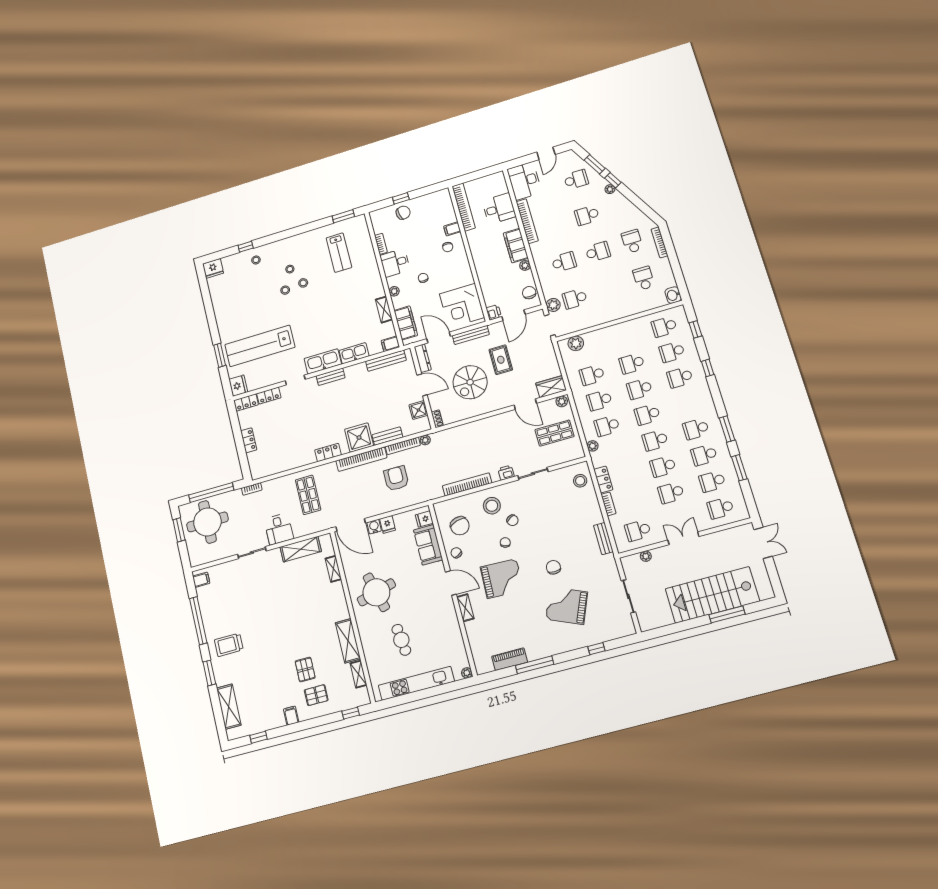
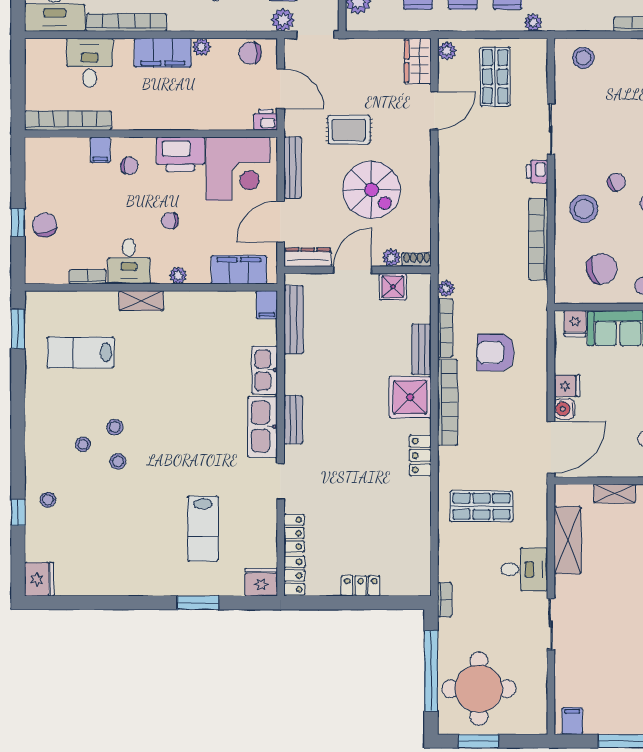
lab bench: (339, 253) -> (81, 352), turned 180
printer: (462, 272) -> (180, 154), added
shelving: (384, 310) -> (141, 301), moved
lab bench: (260, 346) -> (203, 529), width x0.54, depth x0.72
plant: (435, 404) -> (391, 258), added
locker: (603, 480) -> (592, 21), removed

